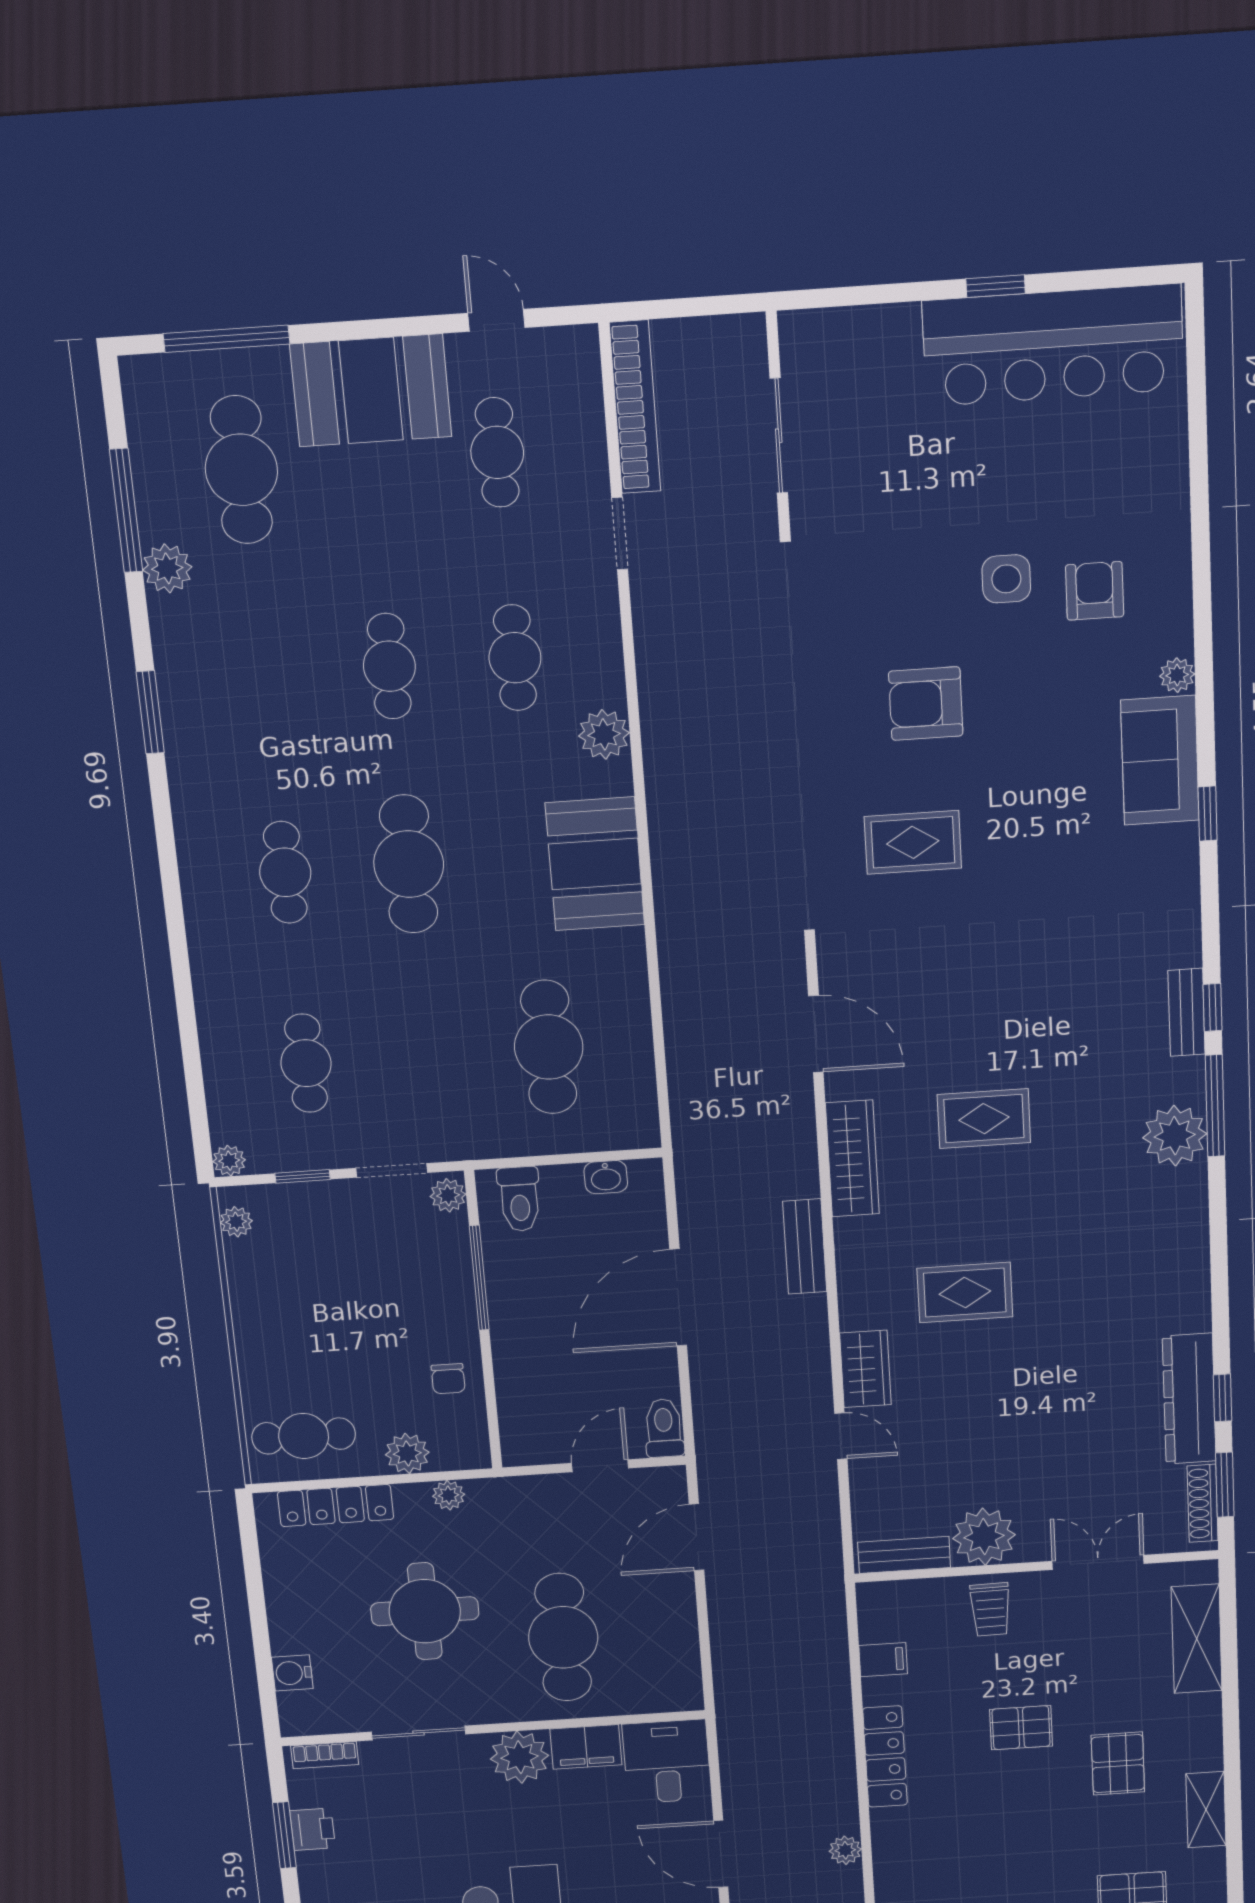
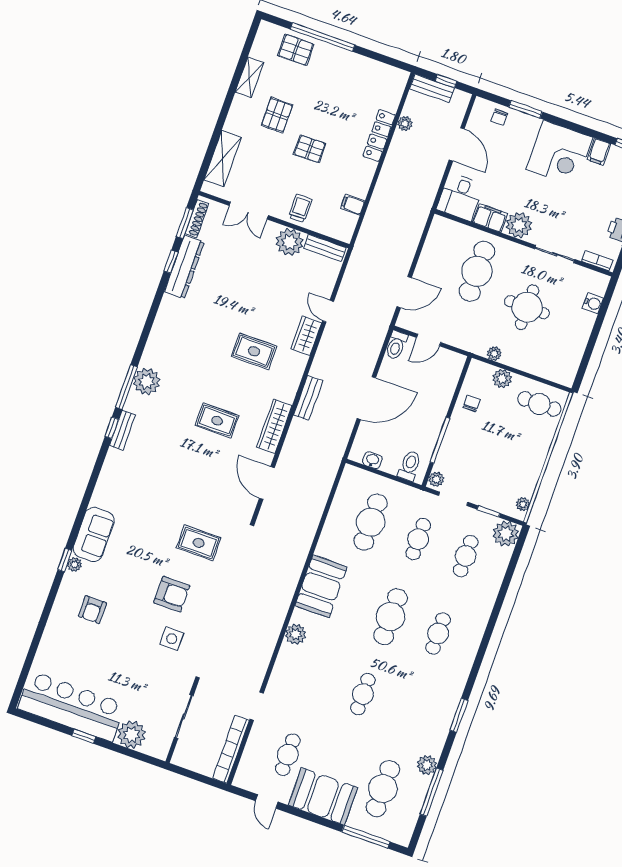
plant: (884, 340) -> (132, 735), added
side table: (1006, 579) -> (172, 639), moved
cafe table: (515, 658) -> (418, 539), moved
window: (1208, 814) -> (65, 560), moved
plant: (229, 1161) -> (506, 534), width x1.87, depth x1.87
locker: (336, 1506) -> (541, 369), removed
locker: (885, 1757) -> (379, 135), moved

